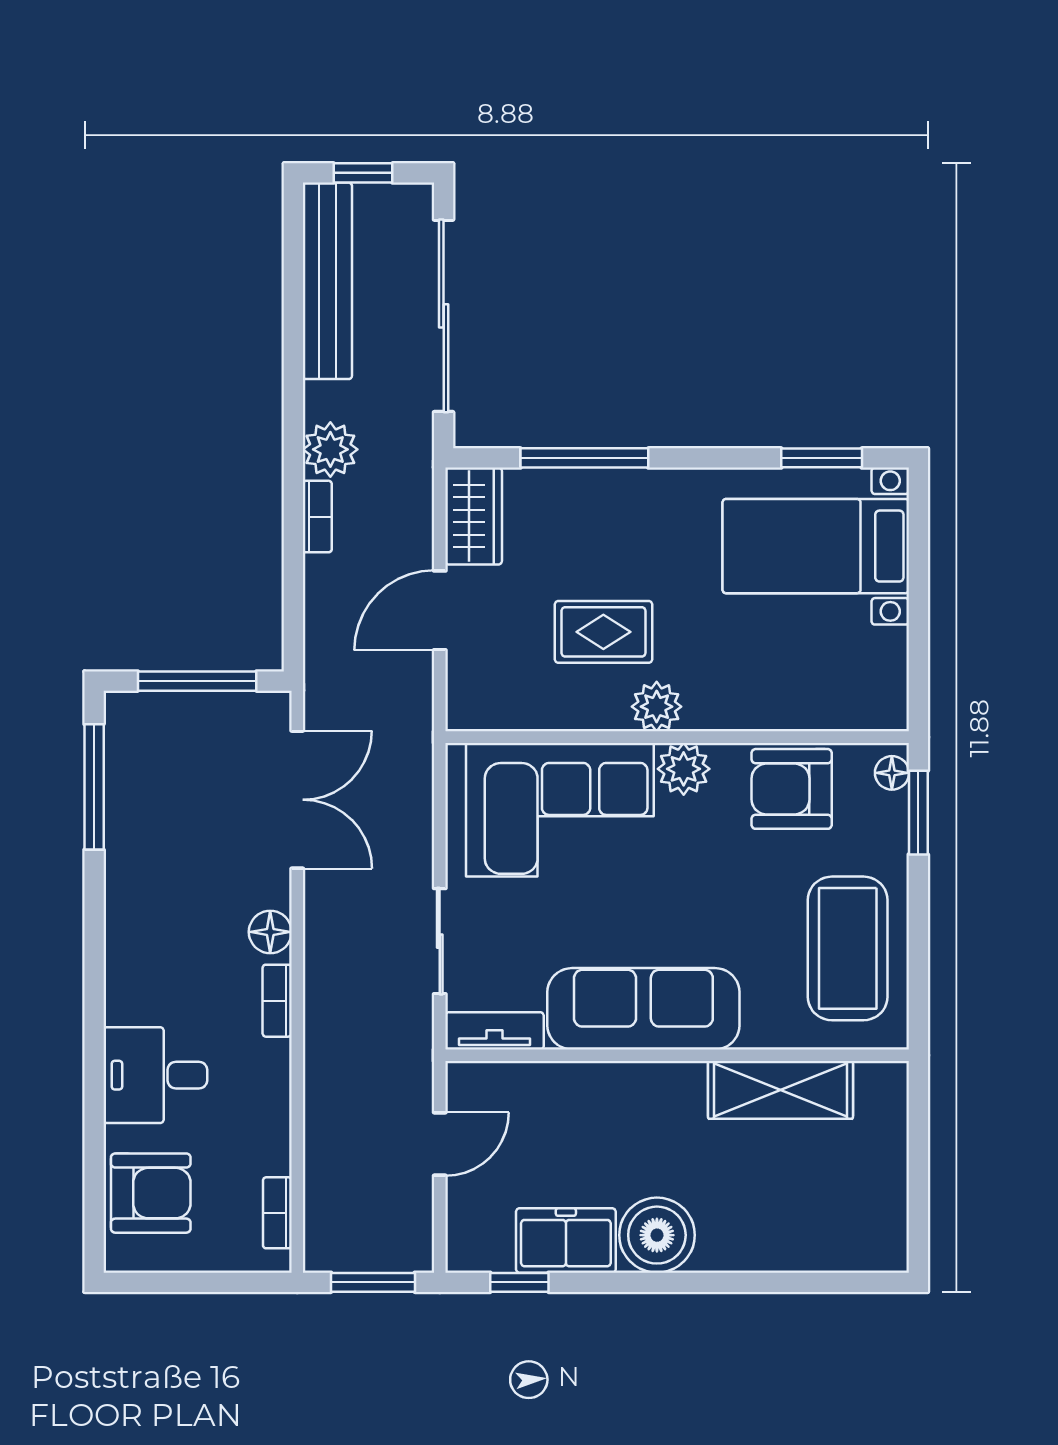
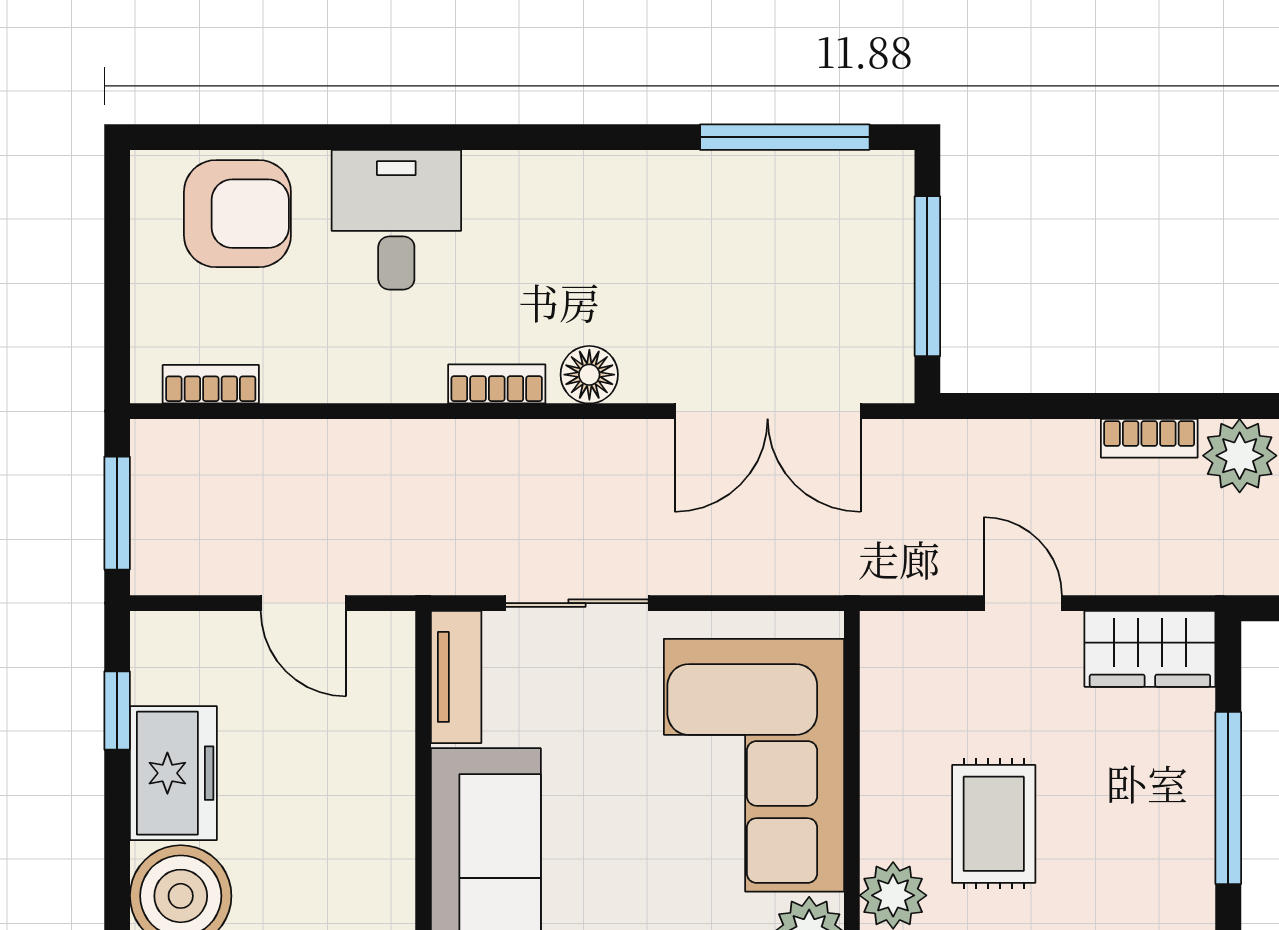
door: (440, 610) -> (1023, 603), width x0.73
armchair: (151, 1193) -> (237, 214), turned -90

